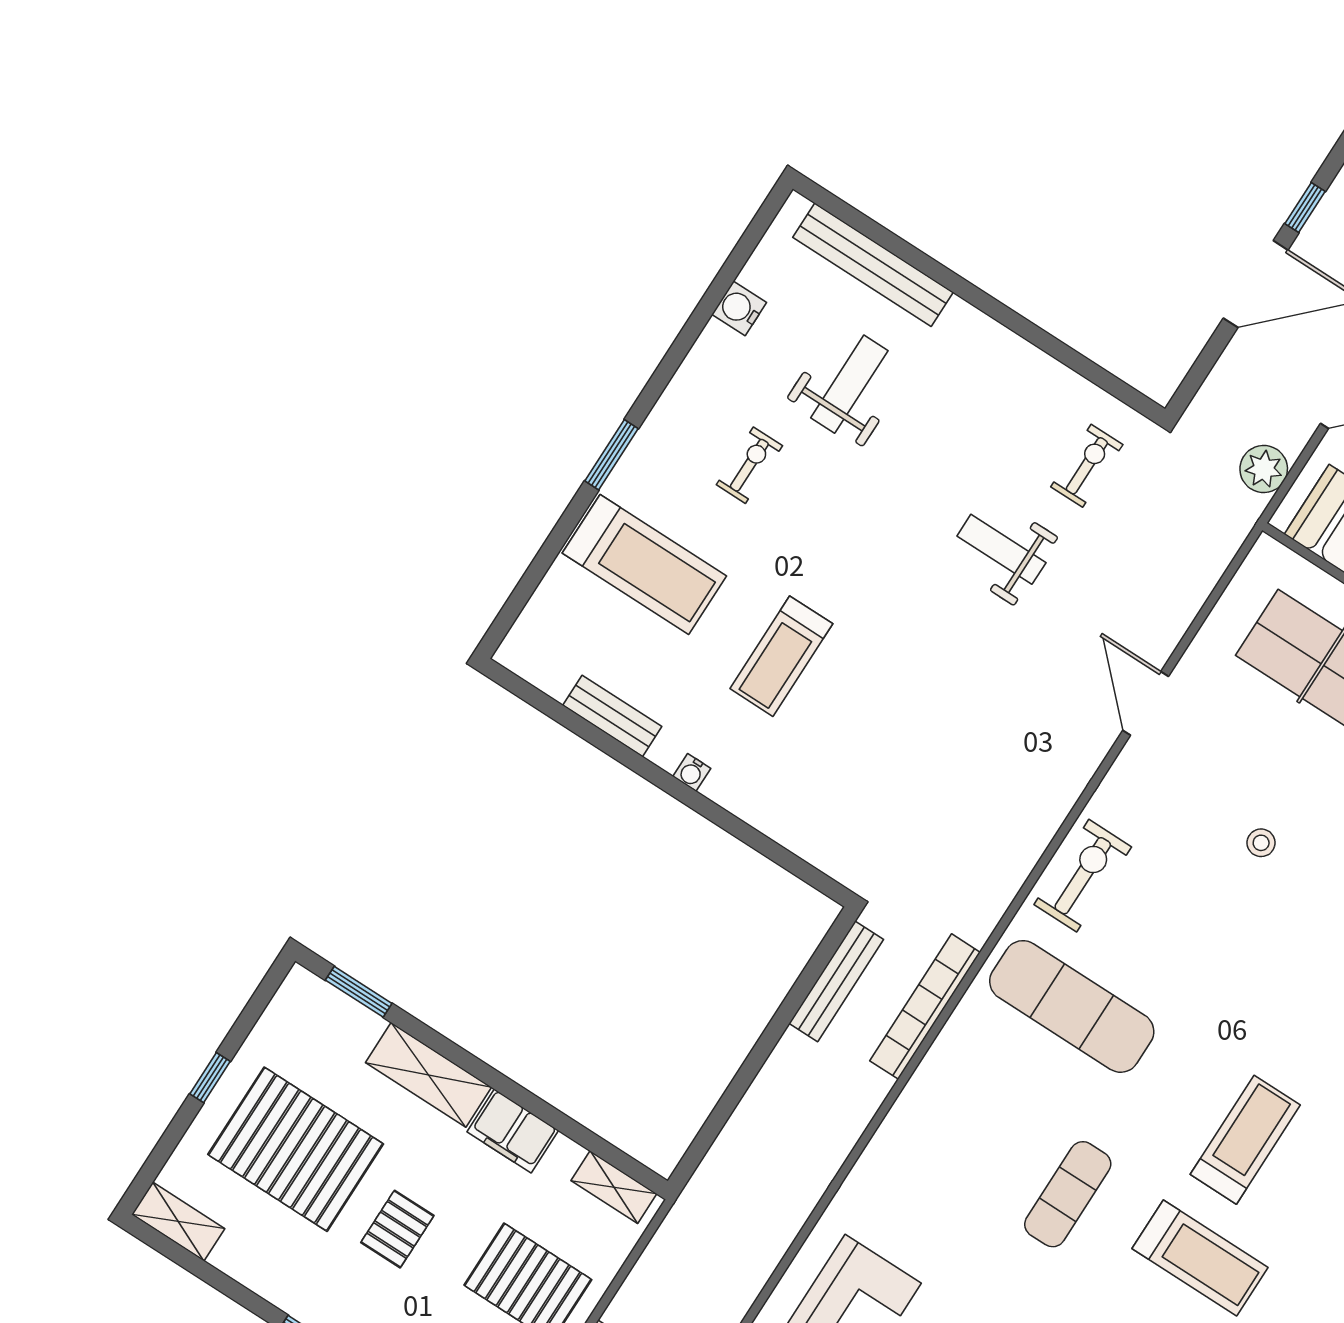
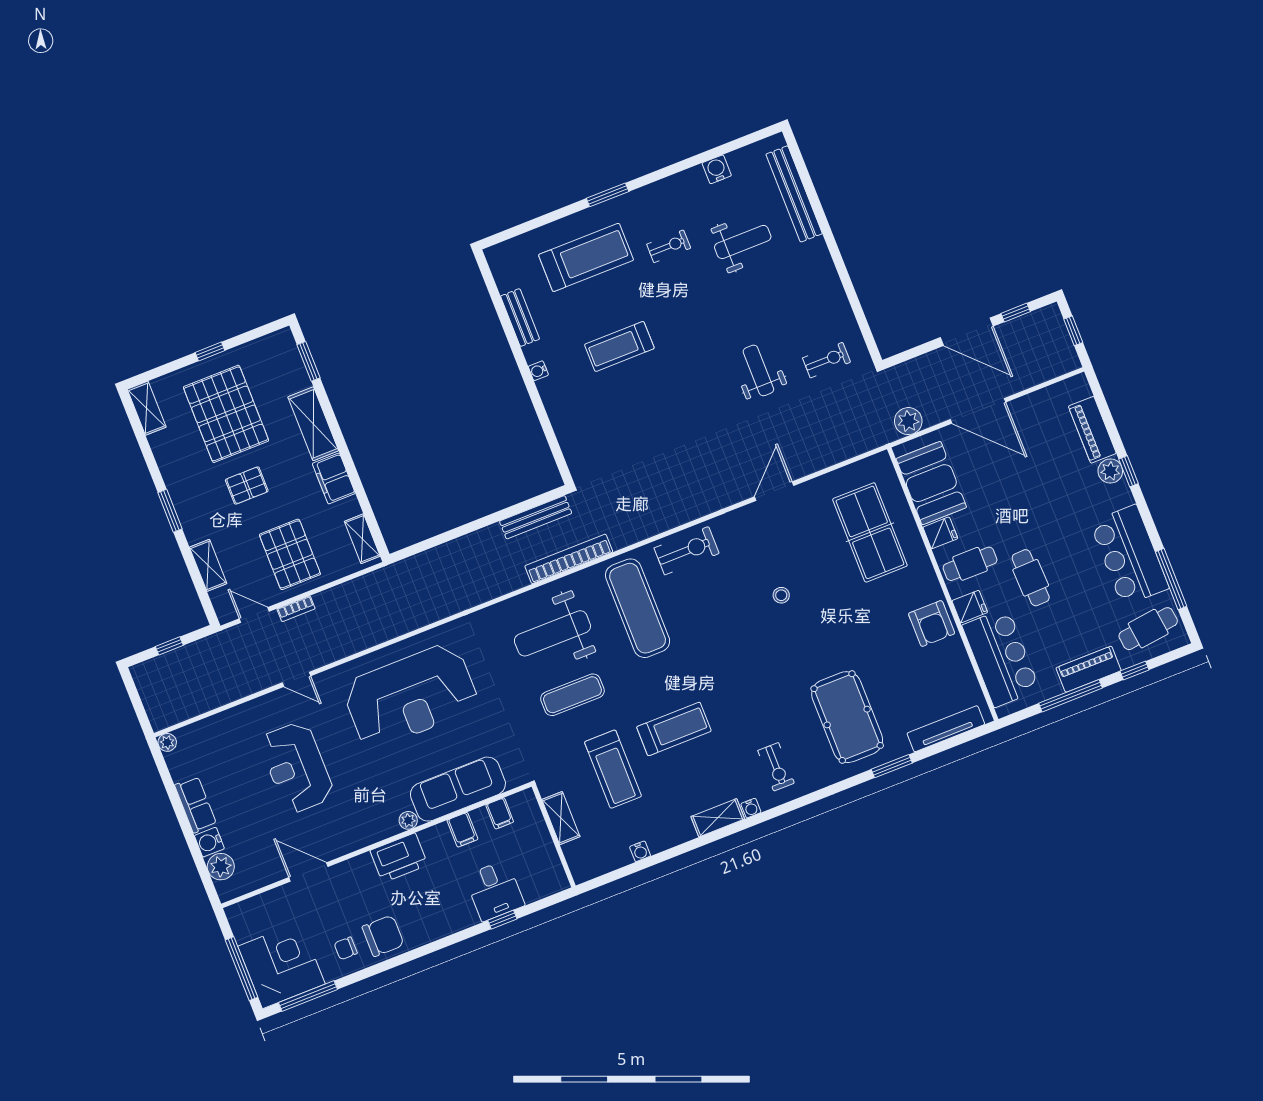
treadmill: (644, 565) -> (586, 257), turned -90
weight bench: (977, 1128) -> (552, 633), added

